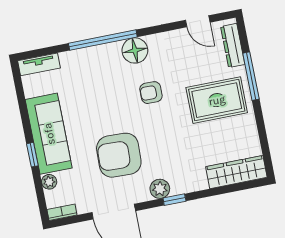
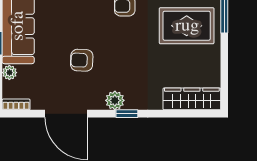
armchair: (119, 155) -> (82, 60), width x0.53, depth x0.53

